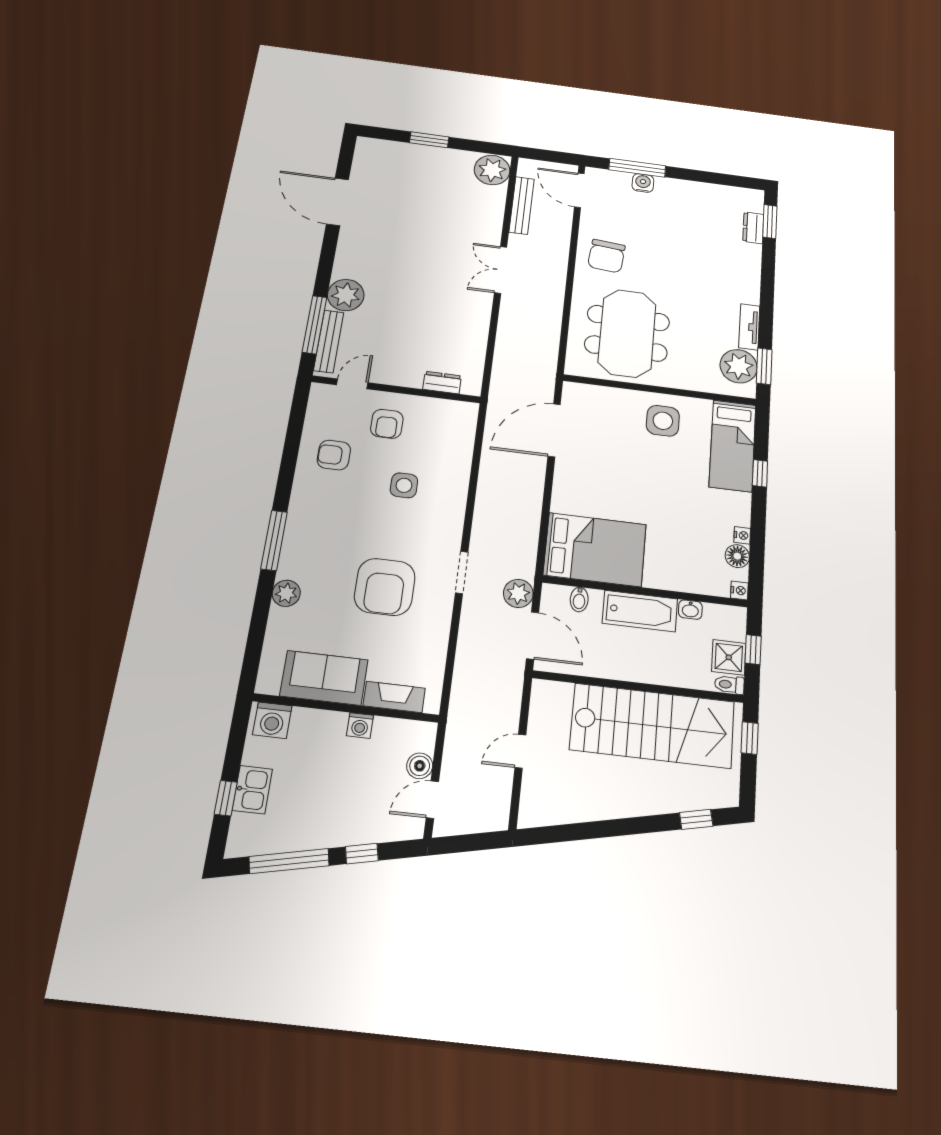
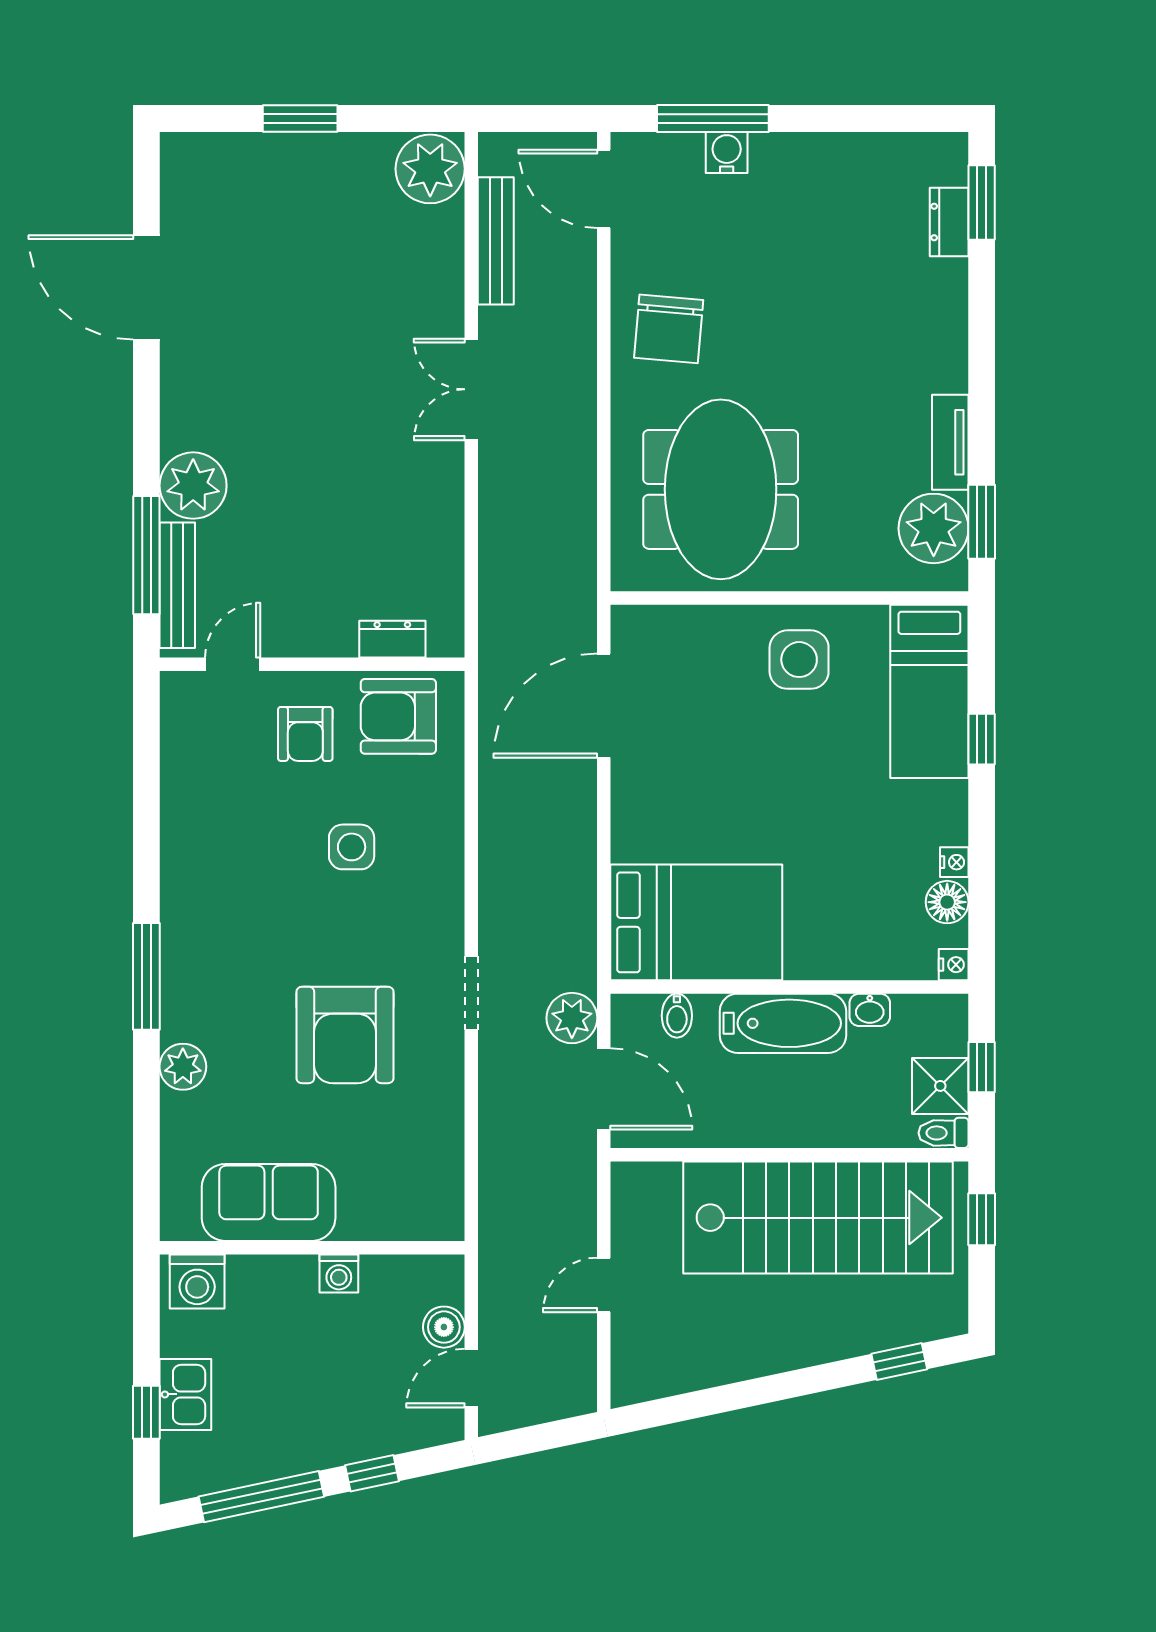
armchair: (334, 455) -> (398, 716), moved, width x1.38, depth x1.38
fireplace: (394, 697) -> (387, 1220), removed

